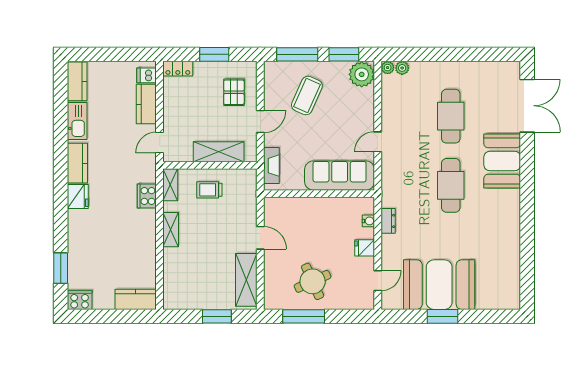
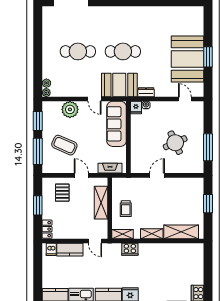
plant: (362, 74) -> (70, 109), moved
pallet: (234, 92) -> (62, 193), turned 90
booth: (502, 161) -> (119, 85), moved
fridge: (365, 248) -> (136, 108), moved
shelving: (246, 280) -> (181, 232), moved
round table: (313, 281) -> (175, 143), moved
kitchen counter: (136, 299) -> (197, 257), removed

